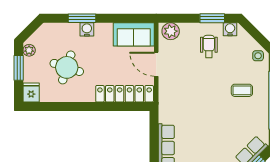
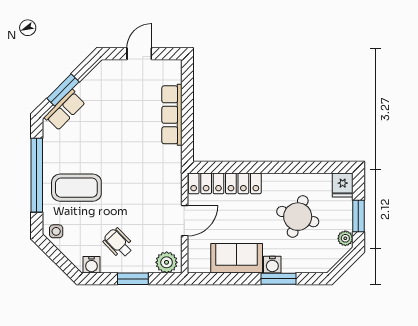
window: (212, 18) -> (133, 279), moved
sofa: (134, 34) -> (237, 258), moved
wheelchair: (209, 46) -> (118, 243), turned 136
door: (156, 64) -> (185, 221), hinge flipped
coffee table: (242, 90) -> (76, 188), width x1.86, depth x1.72

